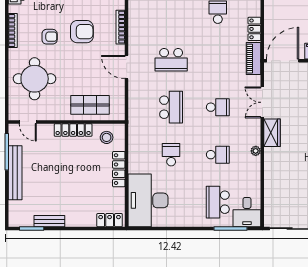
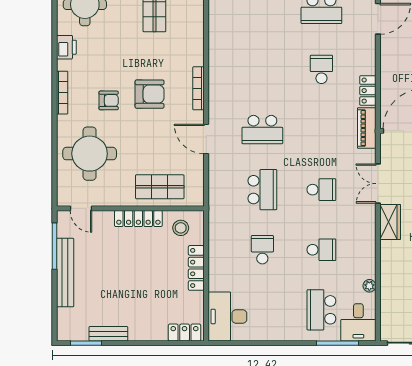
plant: (256, 151) -> (369, 286), moved
desk: (148, 200) -> (227, 316), width x0.73, depth x0.77

